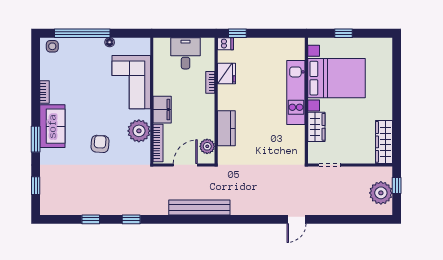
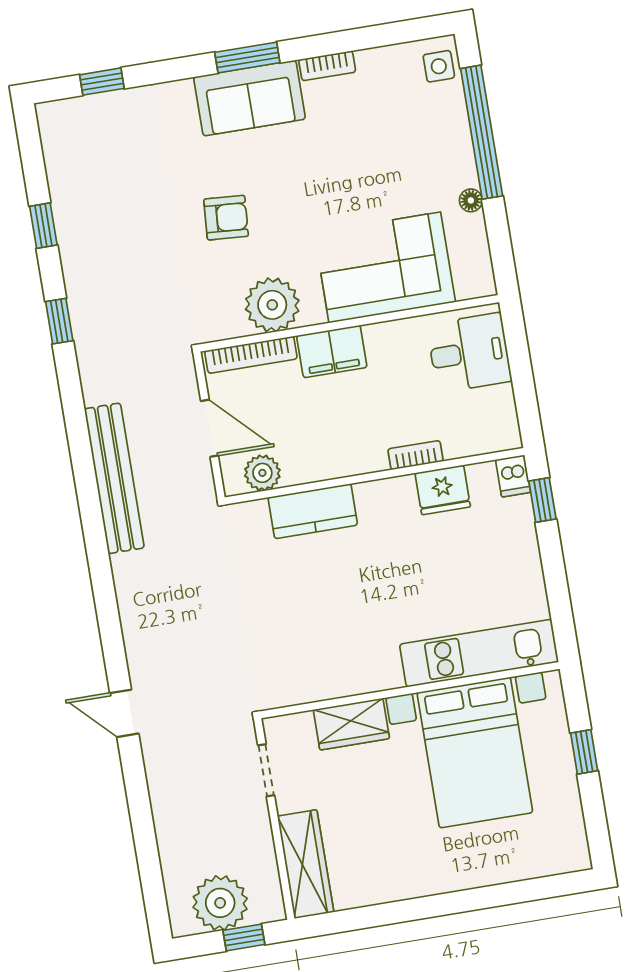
desk: (186, 53) -> (469, 353), moved
kitchen unit: (296, 92) -> (479, 653), moved
window: (36, 139) -> (247, 57), moved
wardrobe: (384, 142) -> (306, 864), moved, turned 90

